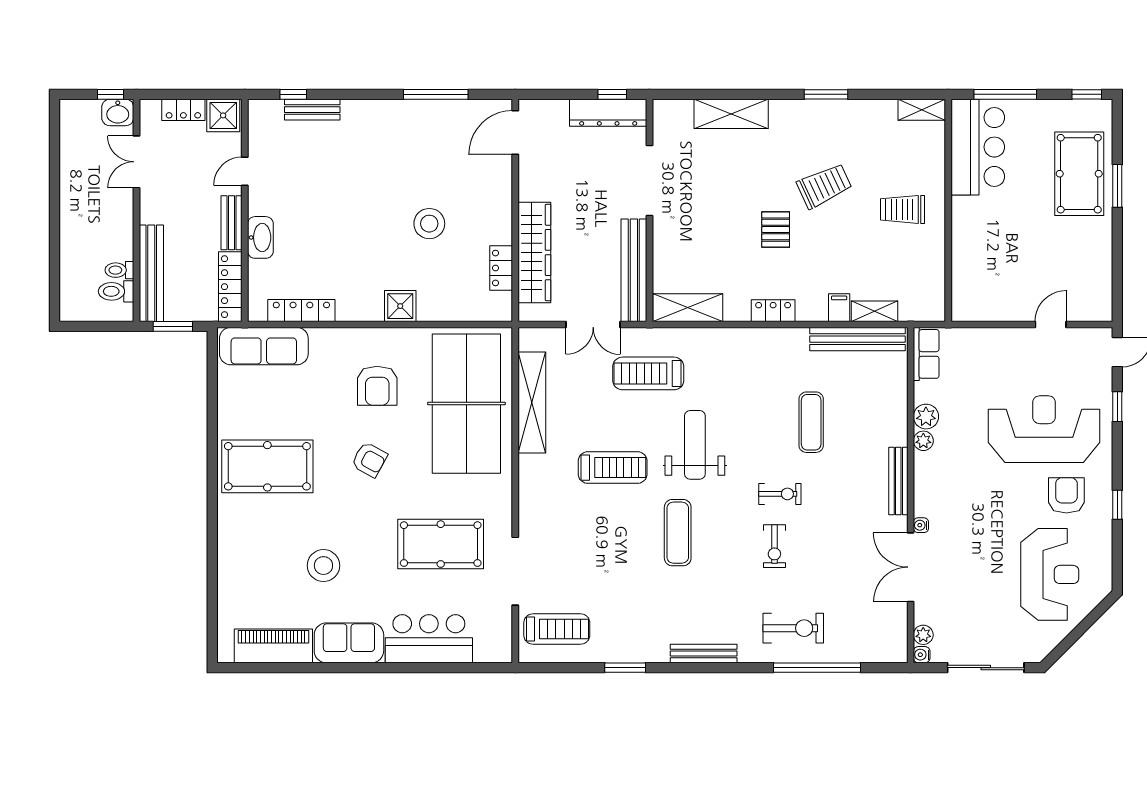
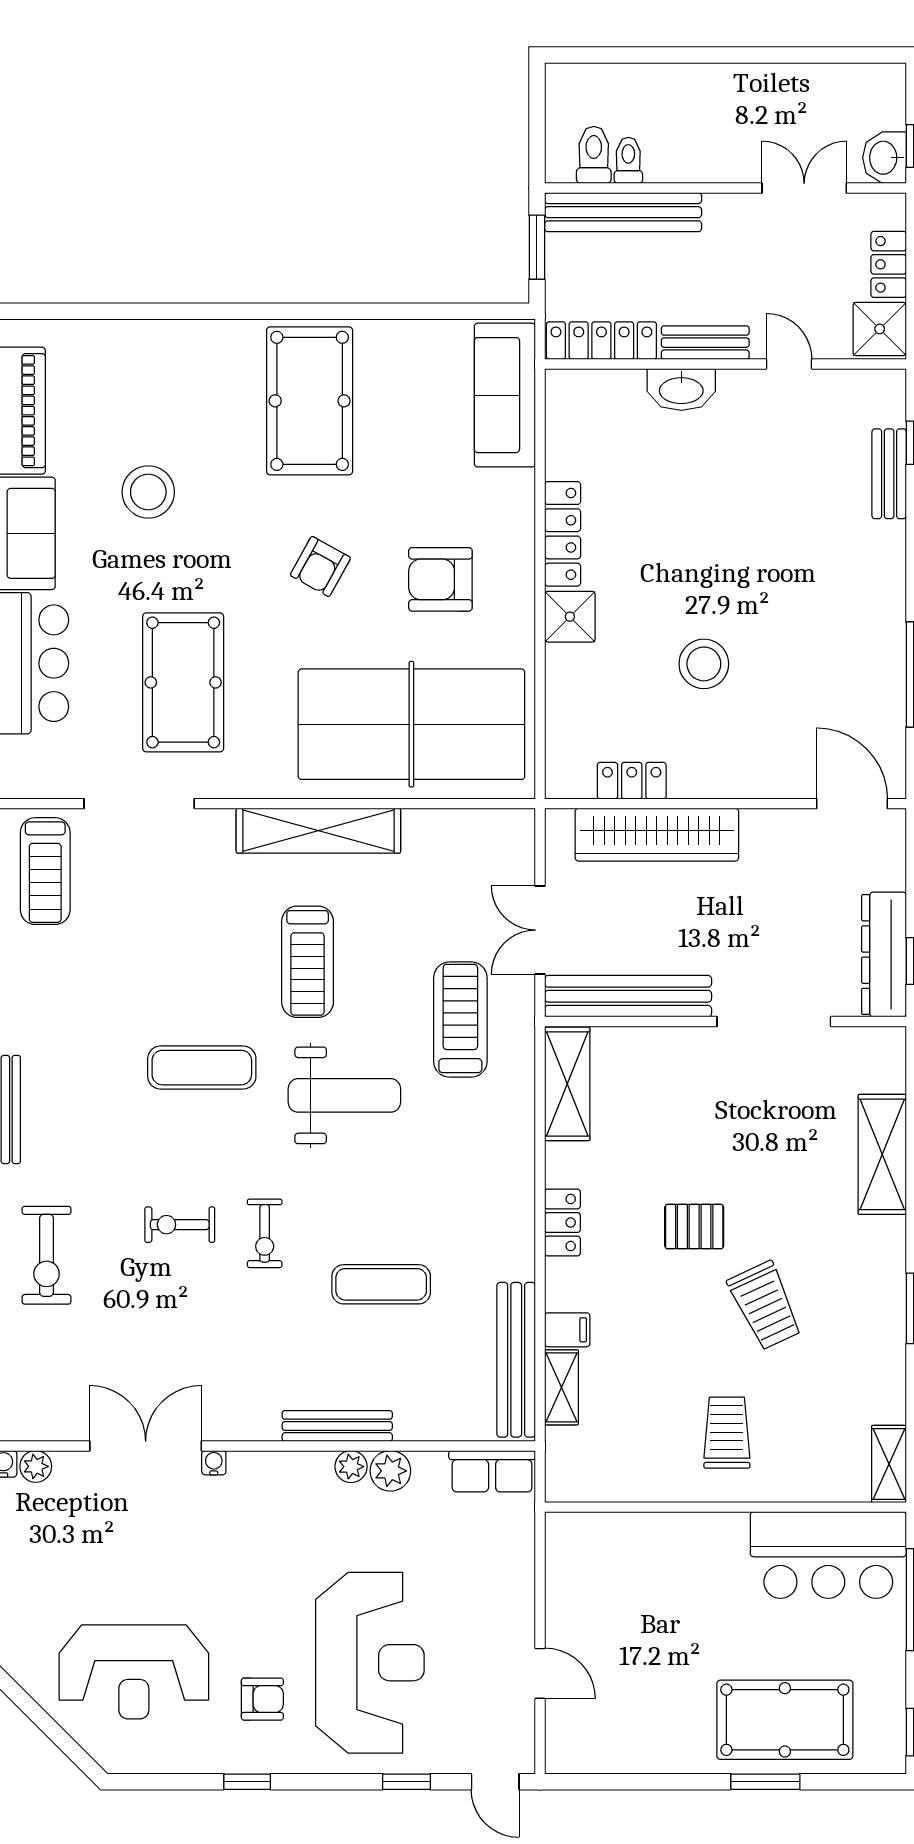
locker: (301, 311) -> (563, 534), moved
shelving: (532, 403) -> (318, 831), moved
bench: (898, 481) -> (337, 1426), moved
armchair: (1066, 495) -> (262, 1699), width x0.72, depth x0.72

